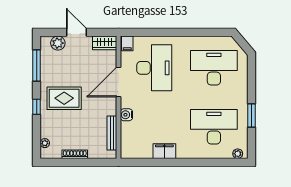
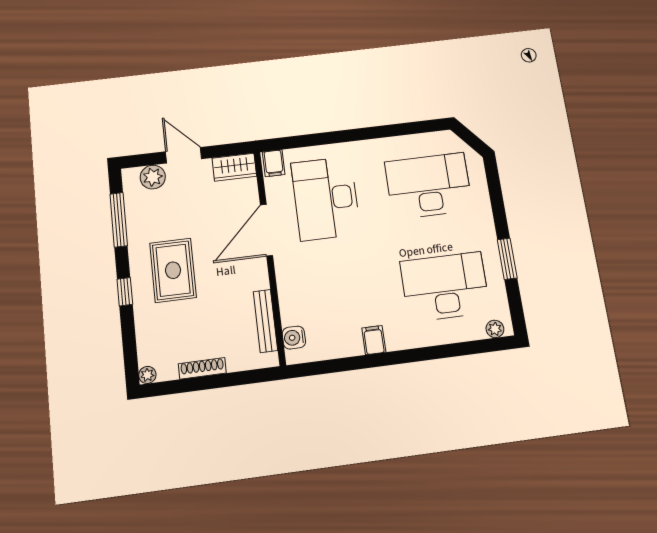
desk: (154, 68) -> (326, 198), turned 180
rug: (64, 98) -> (173, 270), turned 90
water cooler: (126, 115) -> (294, 338), moved
plant: (45, 143) -> (147, 375), moved
filing cabinet: (164, 151) -> (374, 340), width x0.50

